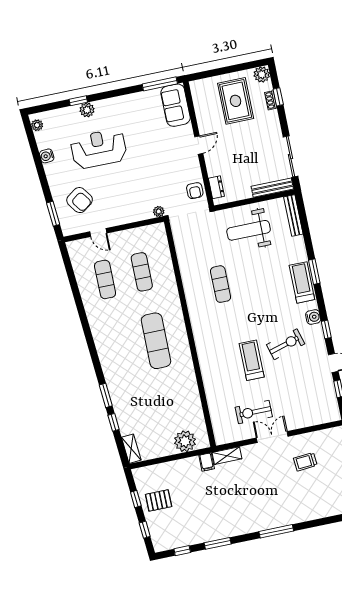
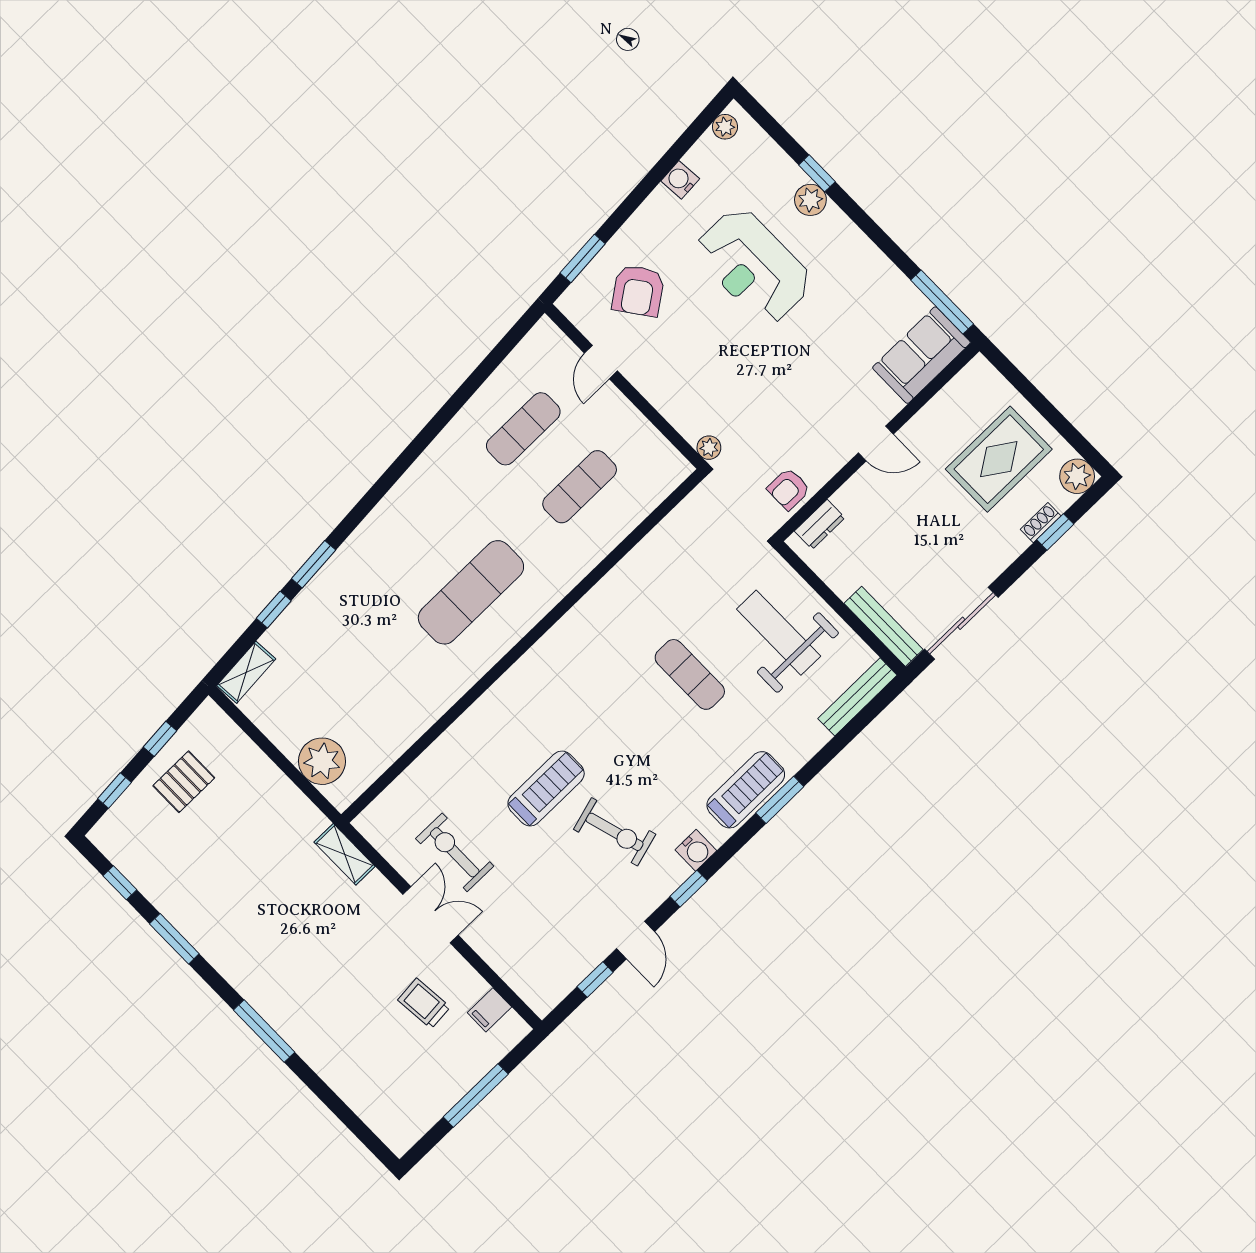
reception desk: (99, 149) -> (753, 266), turned 180
exercise mat: (221, 284) -> (690, 674), moved, turned 90
filing cabinet: (207, 462) -> (489, 1010), moved
pallet: (159, 500) -> (184, 782), turned 90

